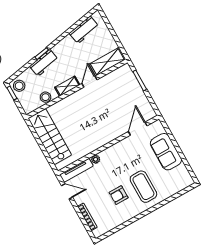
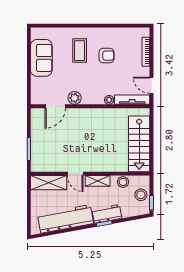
workbench: (84, 30) -> (65, 219), width x1.88, depth x1.32
door: (90, 82) -> (75, 174), hinge flipped
stool: (19, 86) -> (141, 195), moved
plant: (125, 145) -> (75, 98), added
sofa: (166, 152) -> (41, 58), moved
coffee table: (143, 187) -> (80, 51), width x0.73, depth x0.76

